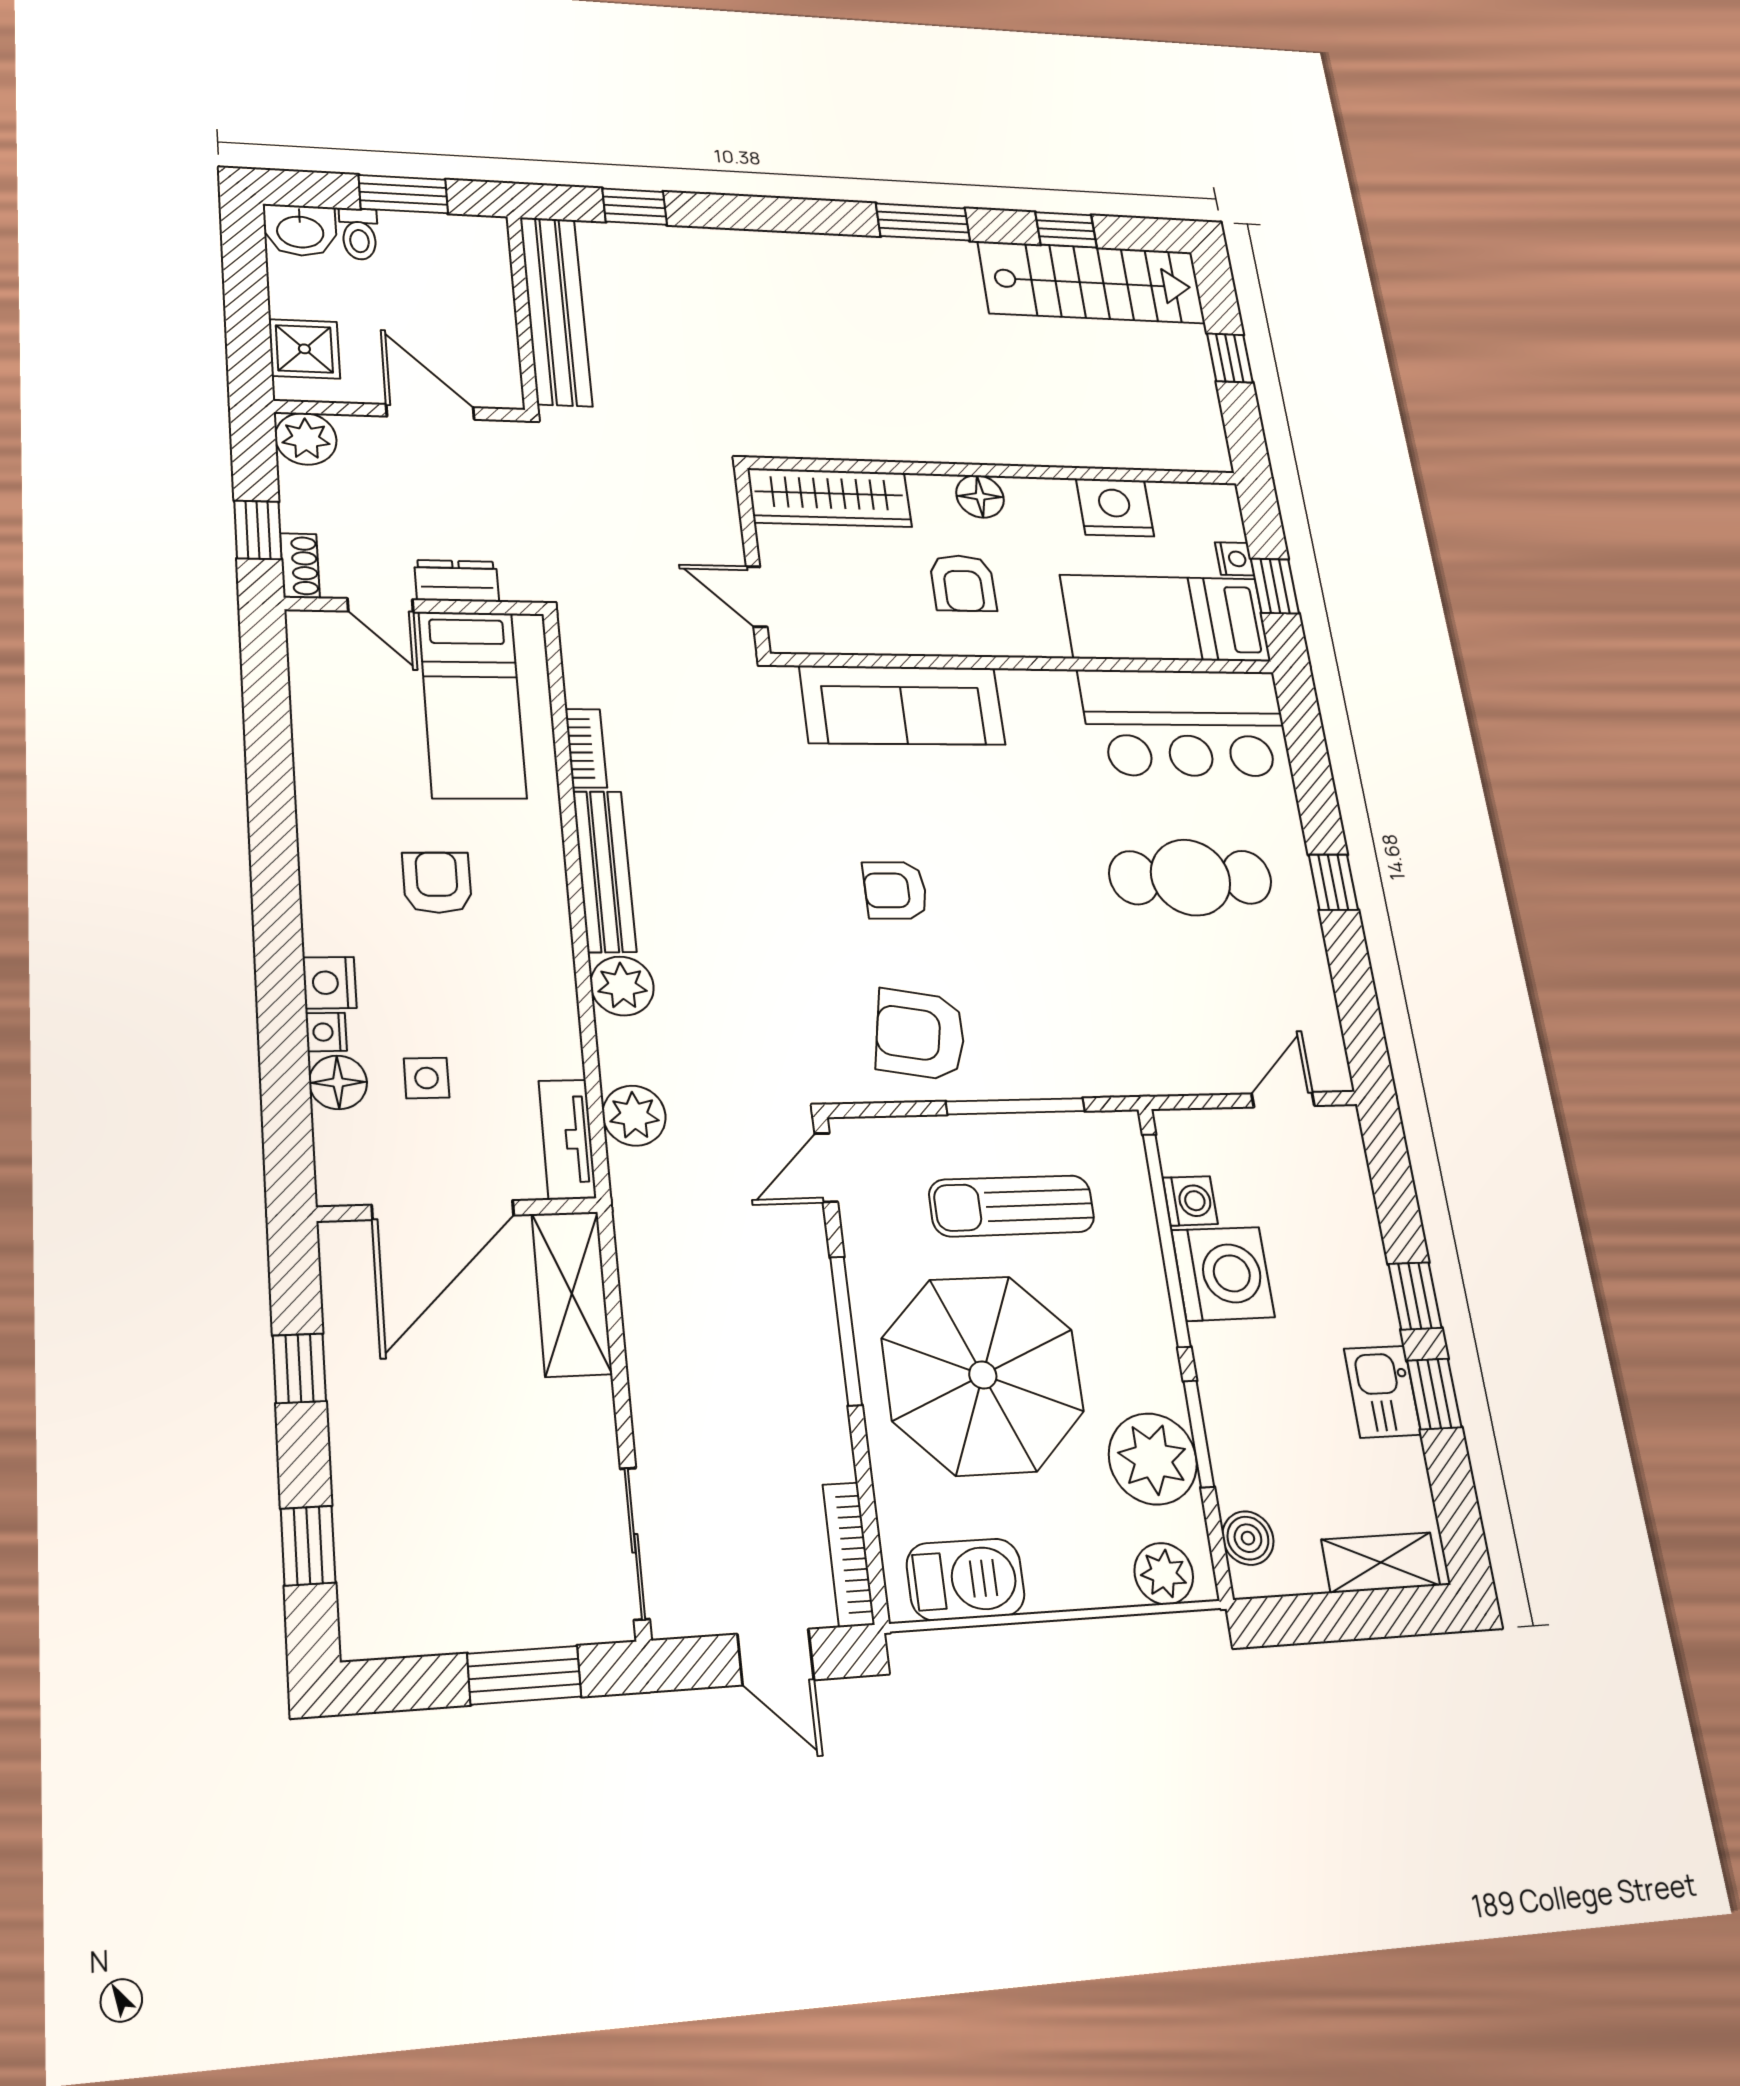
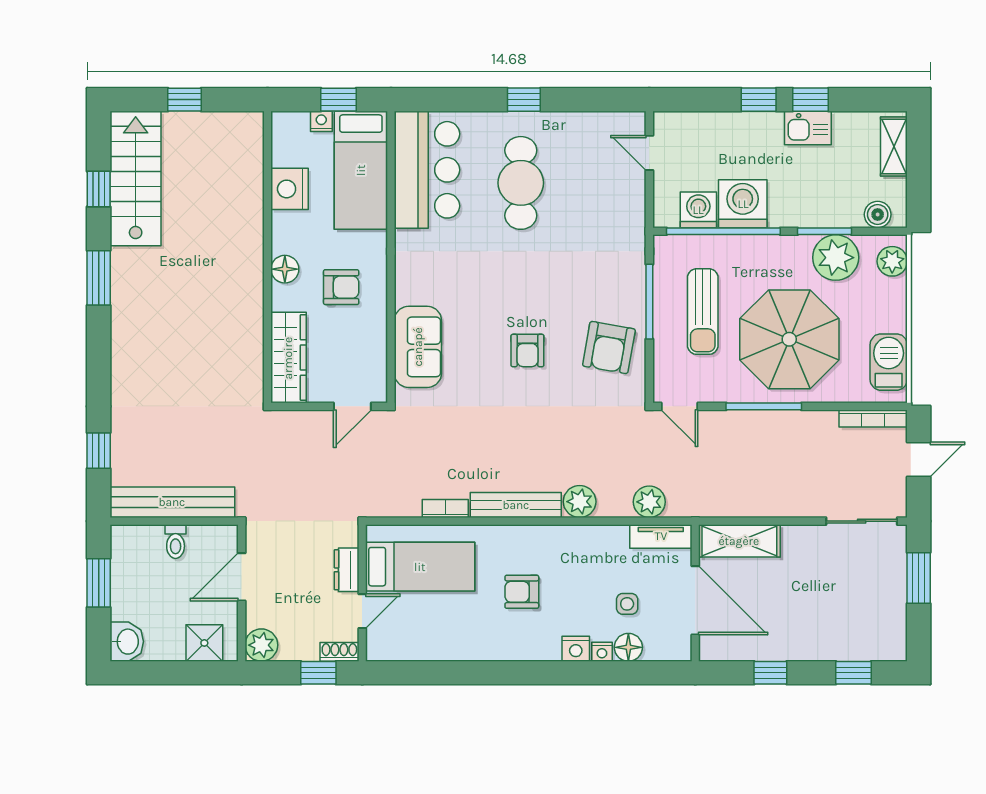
toilet: (359, 234) -> (176, 542), moved, turned 90
sofa: (902, 705) -> (418, 347), width x0.73
washing machine: (1190, 1201) -> (698, 210), width x1.38, depth x1.38

